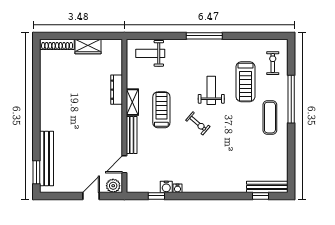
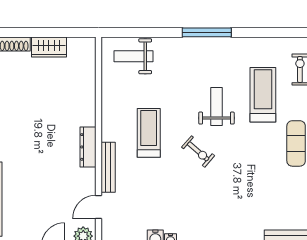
treadmill: (245, 82) -> (263, 95), turned 180
dresser: (117, 90) -> (88, 147), moved
shelving: (132, 102) -> (109, 123), removed

